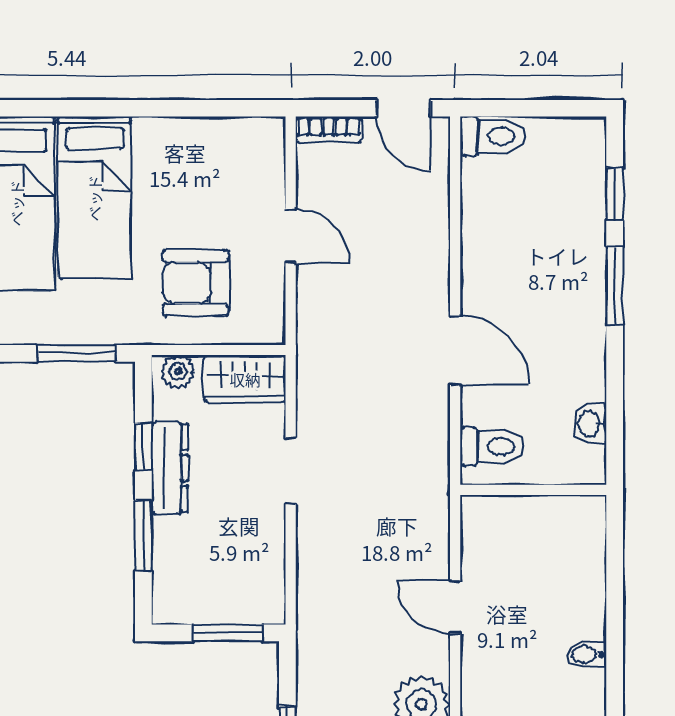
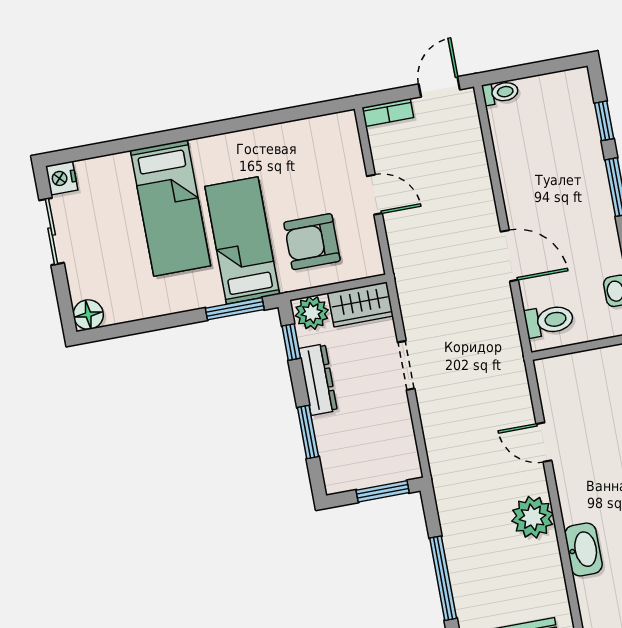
door: (404, 108) -> (439, 87), swing flipped
toilet: (493, 136) -> (500, 93), width x0.73, depth x0.72
bed: (94, 198) -> (242, 240), moved, turned 180
plant: (178, 372) -> (312, 313), width x1.38, depth x1.38
window: (143, 447) -> (291, 342), moved

